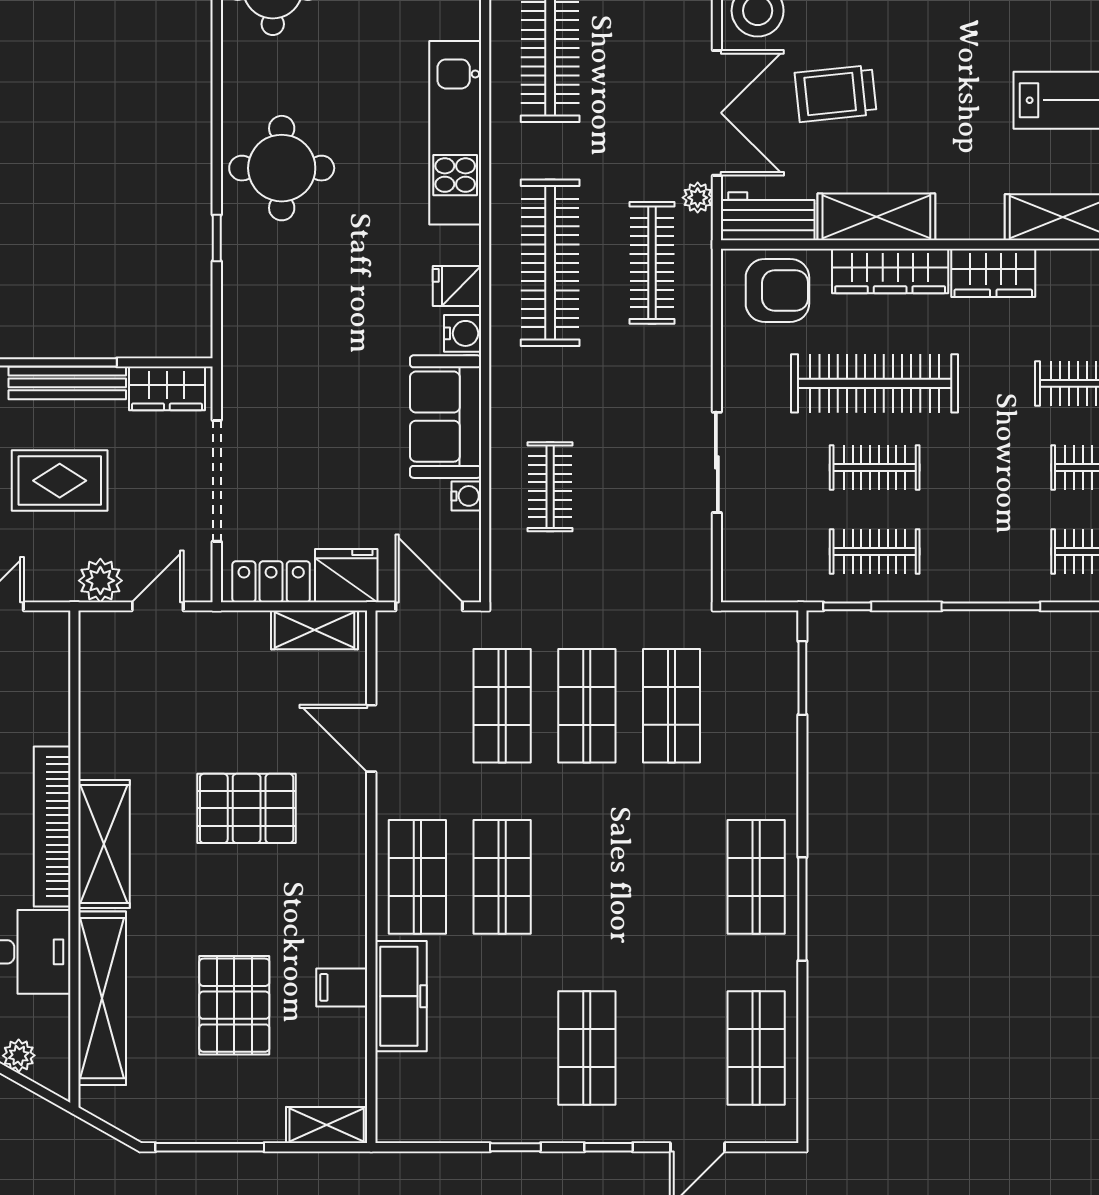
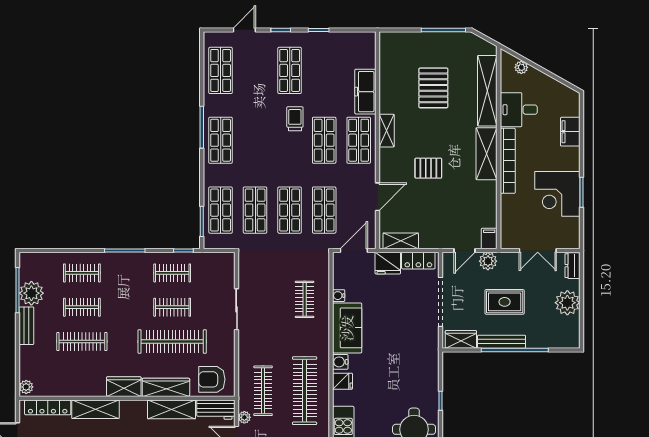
door: (429, 606) -> (354, 251), swing flipped
shop shelf: (756, 706) -> (221, 210), added
door: (371, 738) -> (378, 197), hinge flipped
pallet: (247, 808) -> (428, 168), width x0.67, depth x0.71
trolley: (574, 930) -> (295, 119), added
filing cabinet: (342, 987) -> (489, 239), moved, turned -90
shelving: (327, 1125) -> (387, 131), moved, turned 90

